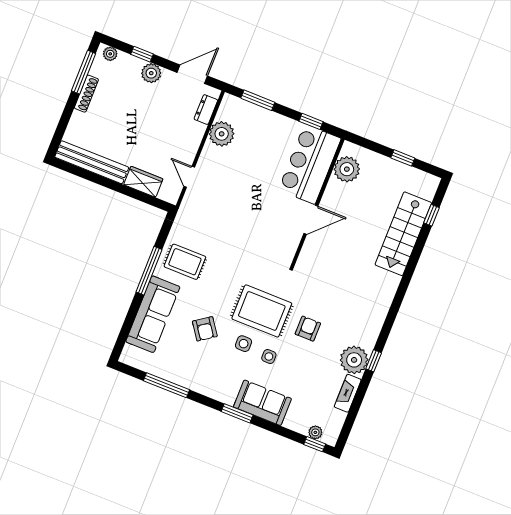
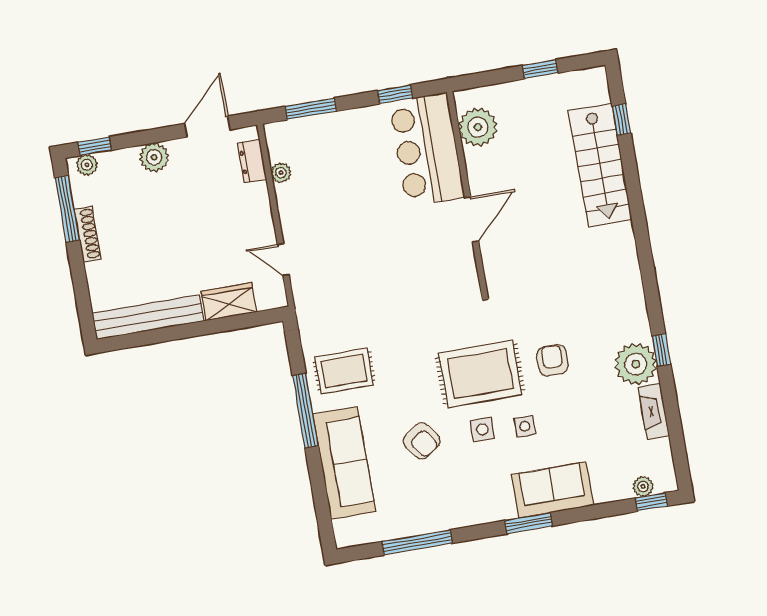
window: (142, 54) -> (95, 146), moved
plant: (222, 134) -> (281, 173), width x0.53, depth x0.53

